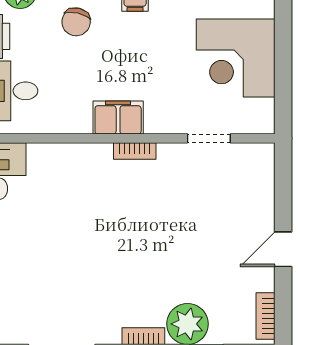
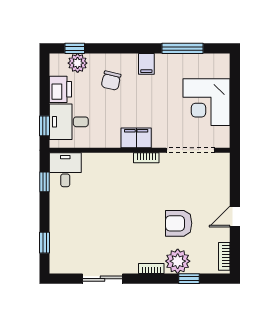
doorway: (209, 138) -> (190, 150), width x1.87
armchair: (189, 261) -> (179, 223), added

